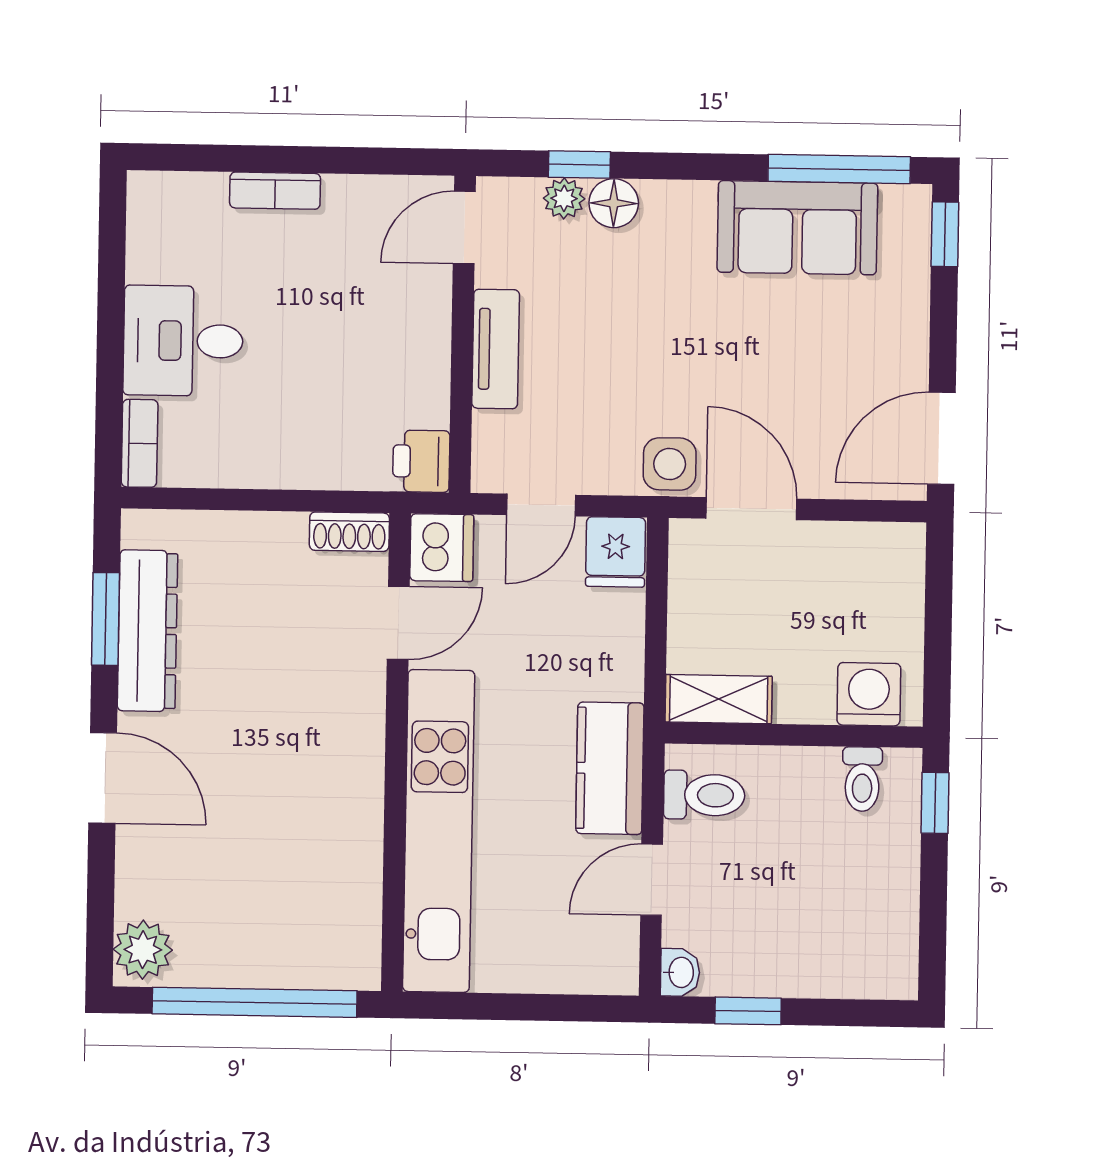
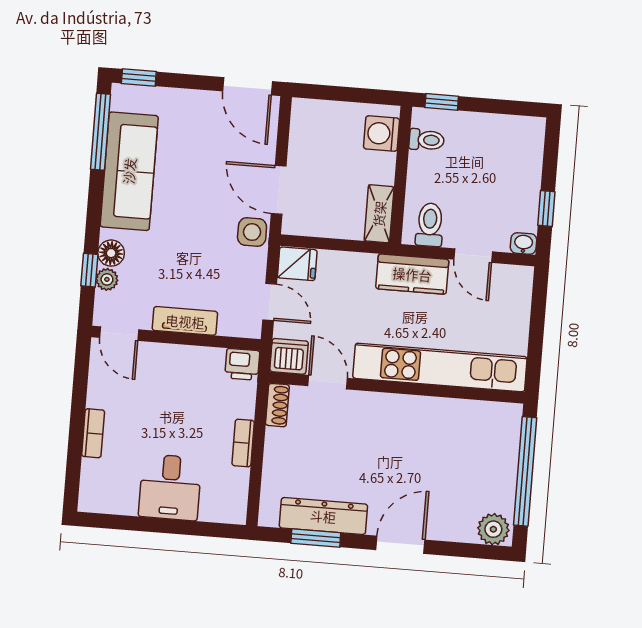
sofa: (797, 228) -> (129, 171), width x1.36
bookcase: (140, 443) -> (243, 443), moved, turned -90
door: (751, 509) -> (279, 190), hinge flipped

